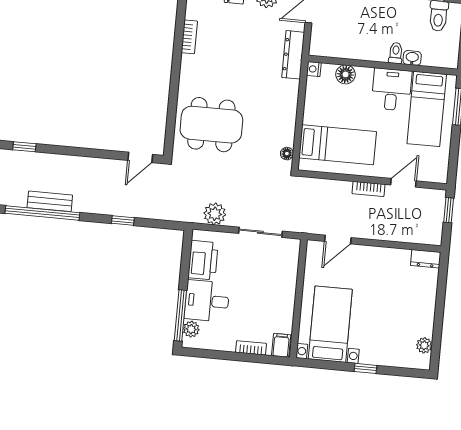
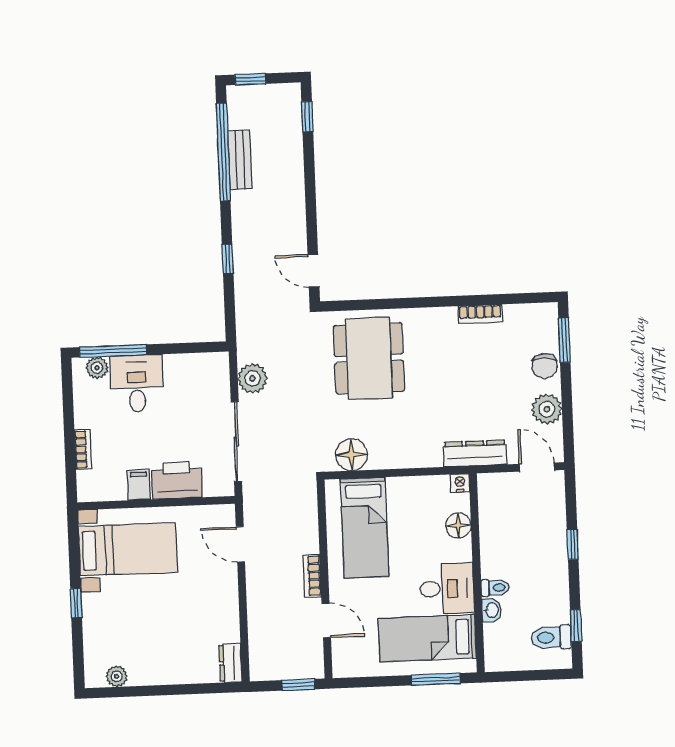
floor lamp: (287, 154) -> (351, 455), width x1.89, depth x1.89
sliding door: (260, 232) -> (236, 442), width x1.37
printer: (203, 260) -> (177, 480), moved, turned 180
filing cabinet: (281, 345) -> (139, 485), moved, turned -90

